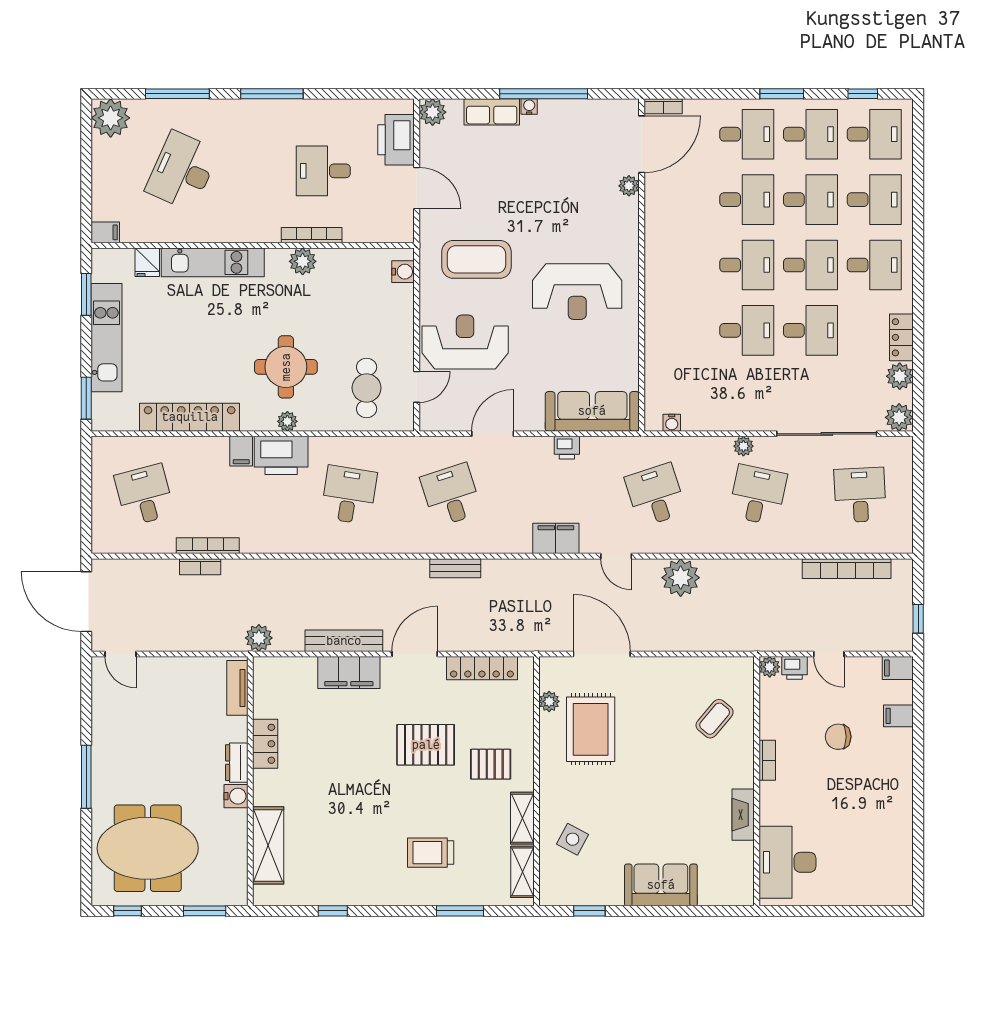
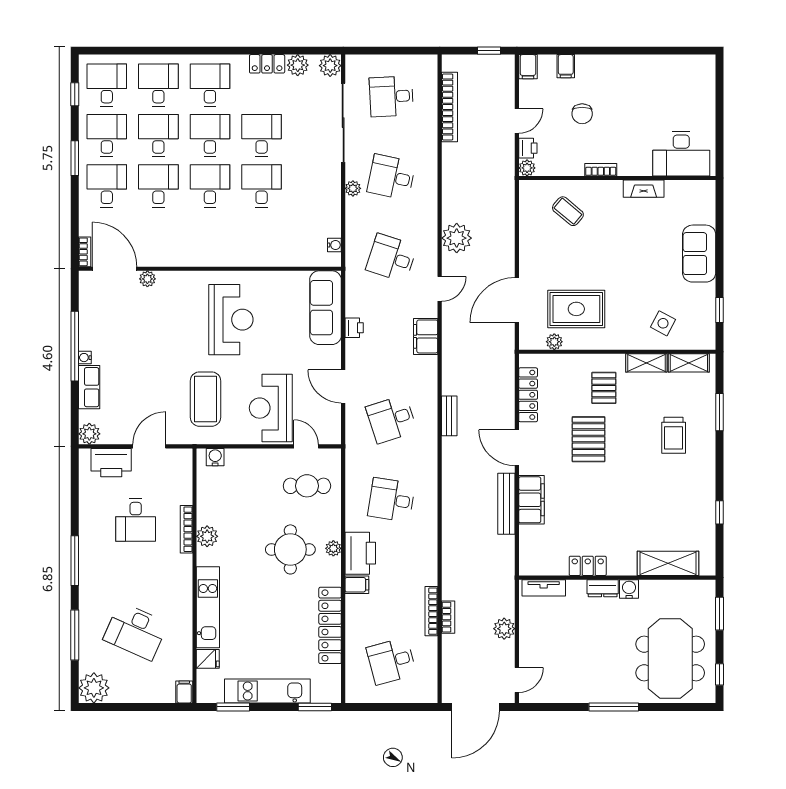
desk: (656, 495) -> (391, 258), turned 36
plant: (259, 638) -> (504, 629), moved

